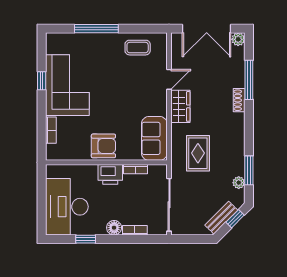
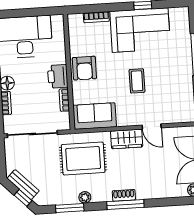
coffee table: (138, 48) -> (137, 81), moved
window: (249, 80) -> (125, 204), moved
shoe rack: (239, 100) -> (124, 195), moved
rug: (198, 153) -> (83, 158), width x1.36, depth x1.43
plant: (239, 183) -> (85, 197), moved

